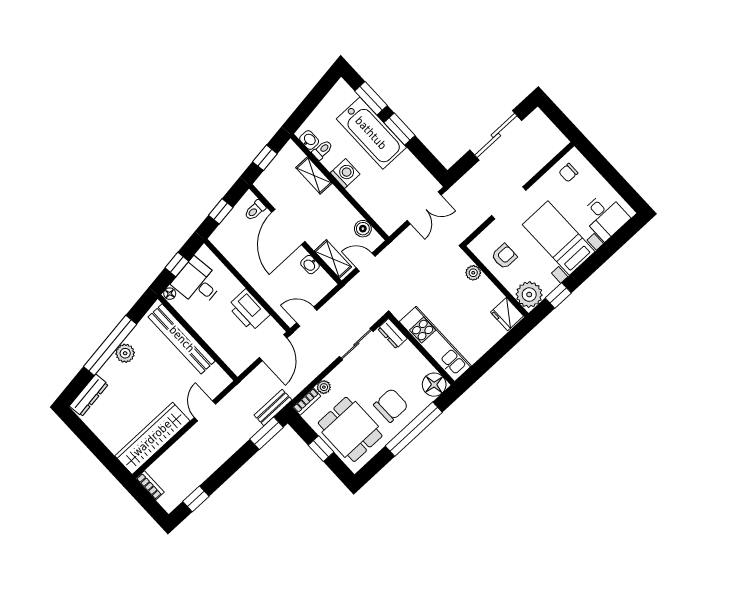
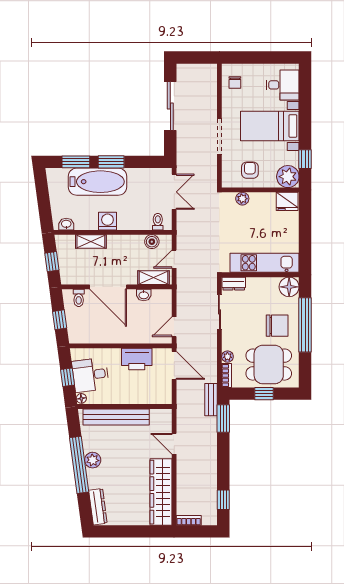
toilet: (322, 150) -> (158, 222), moved
chair: (391, 405) -> (277, 326), turned 90

